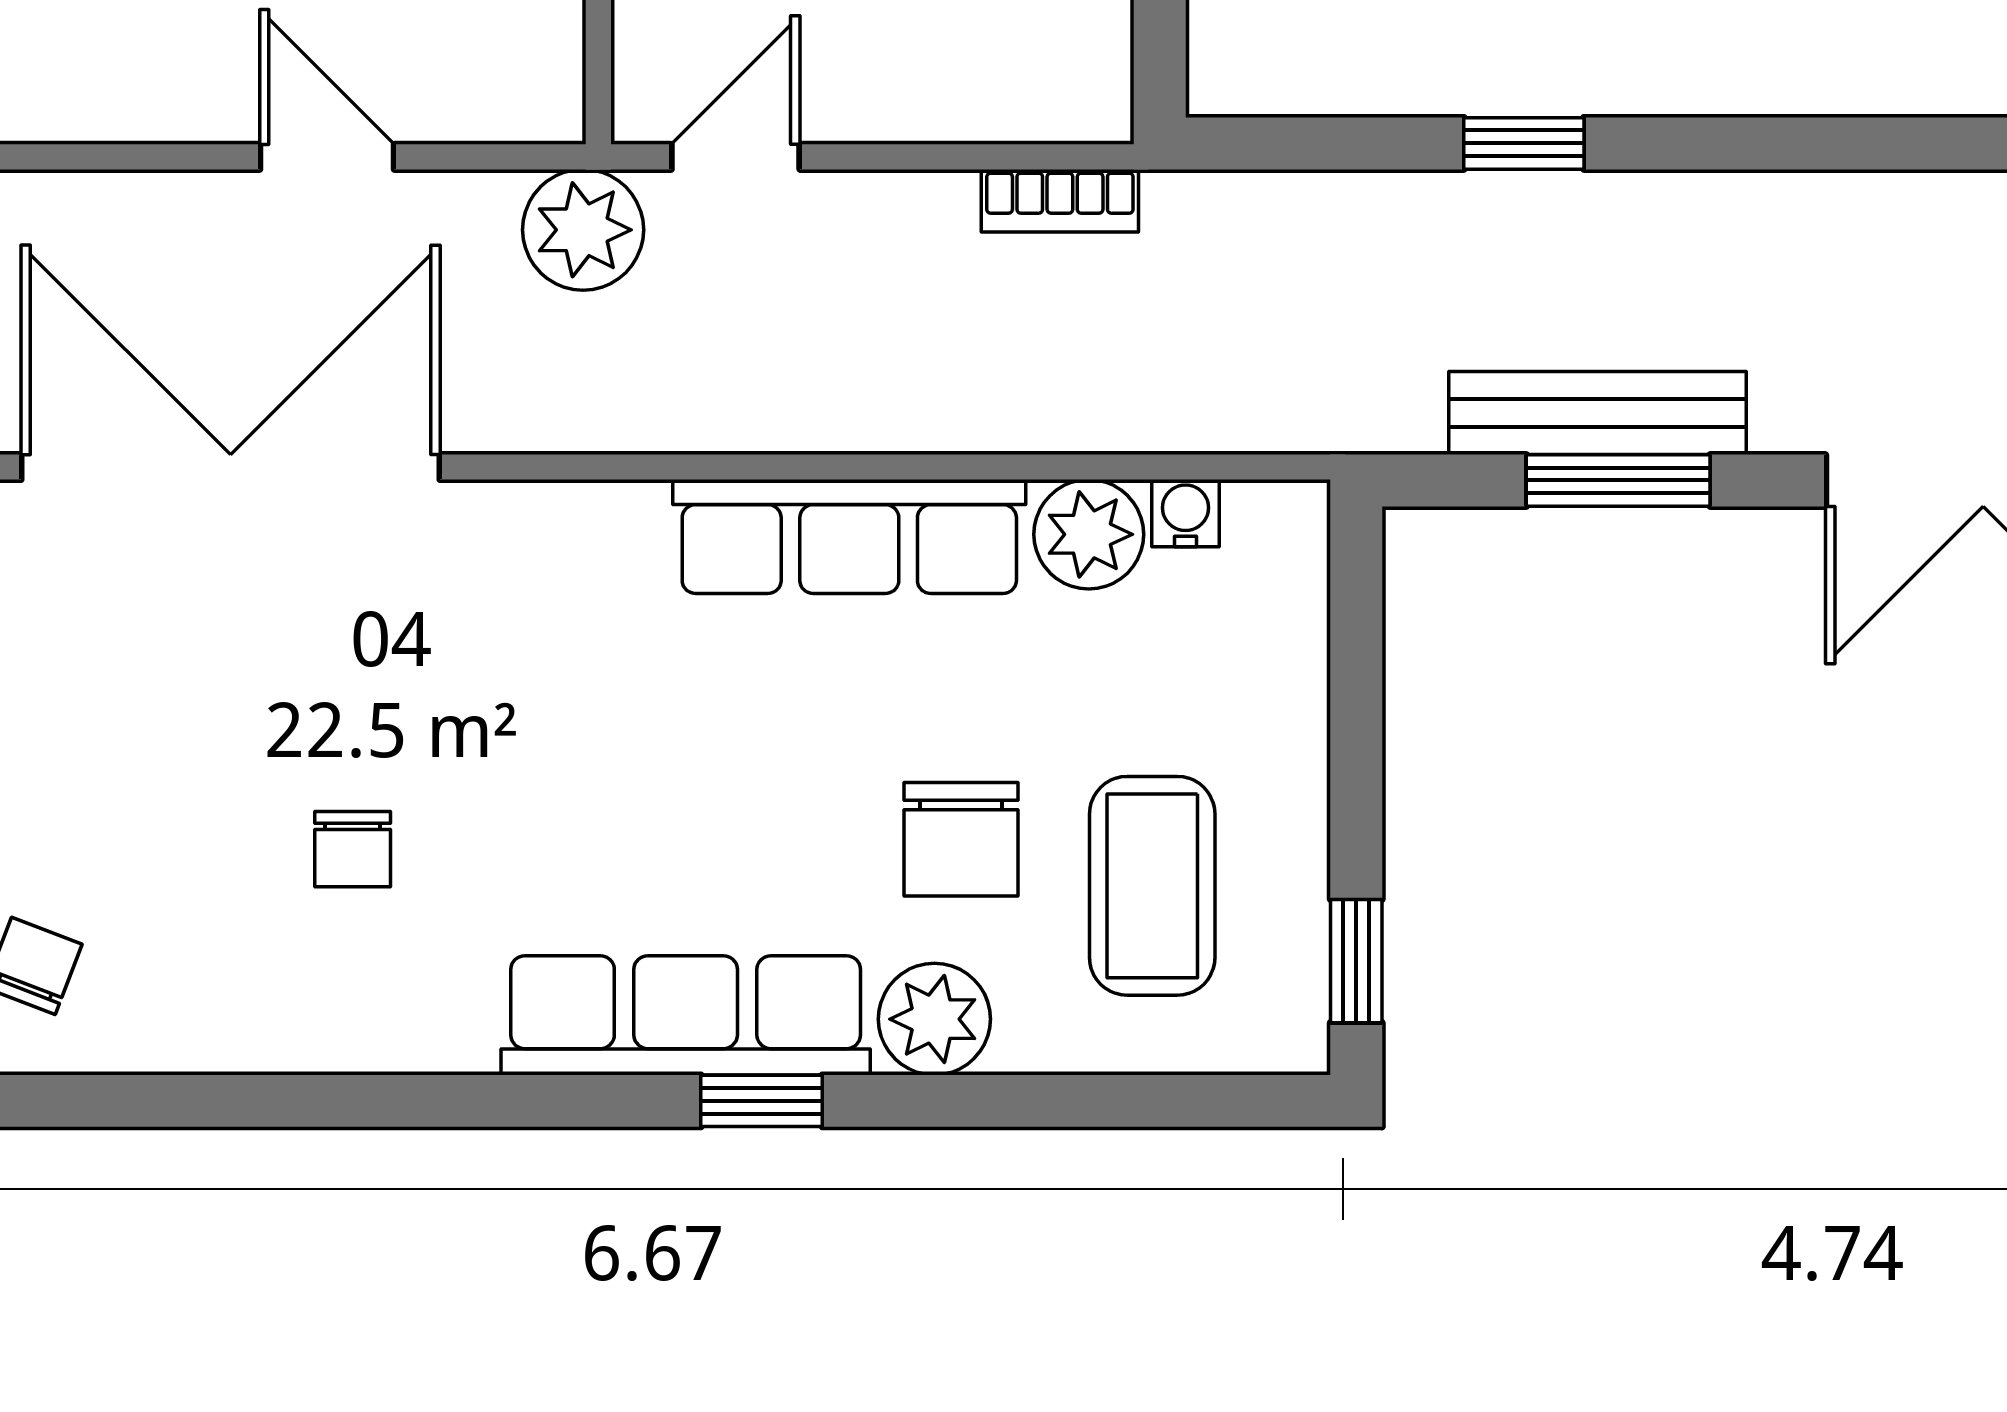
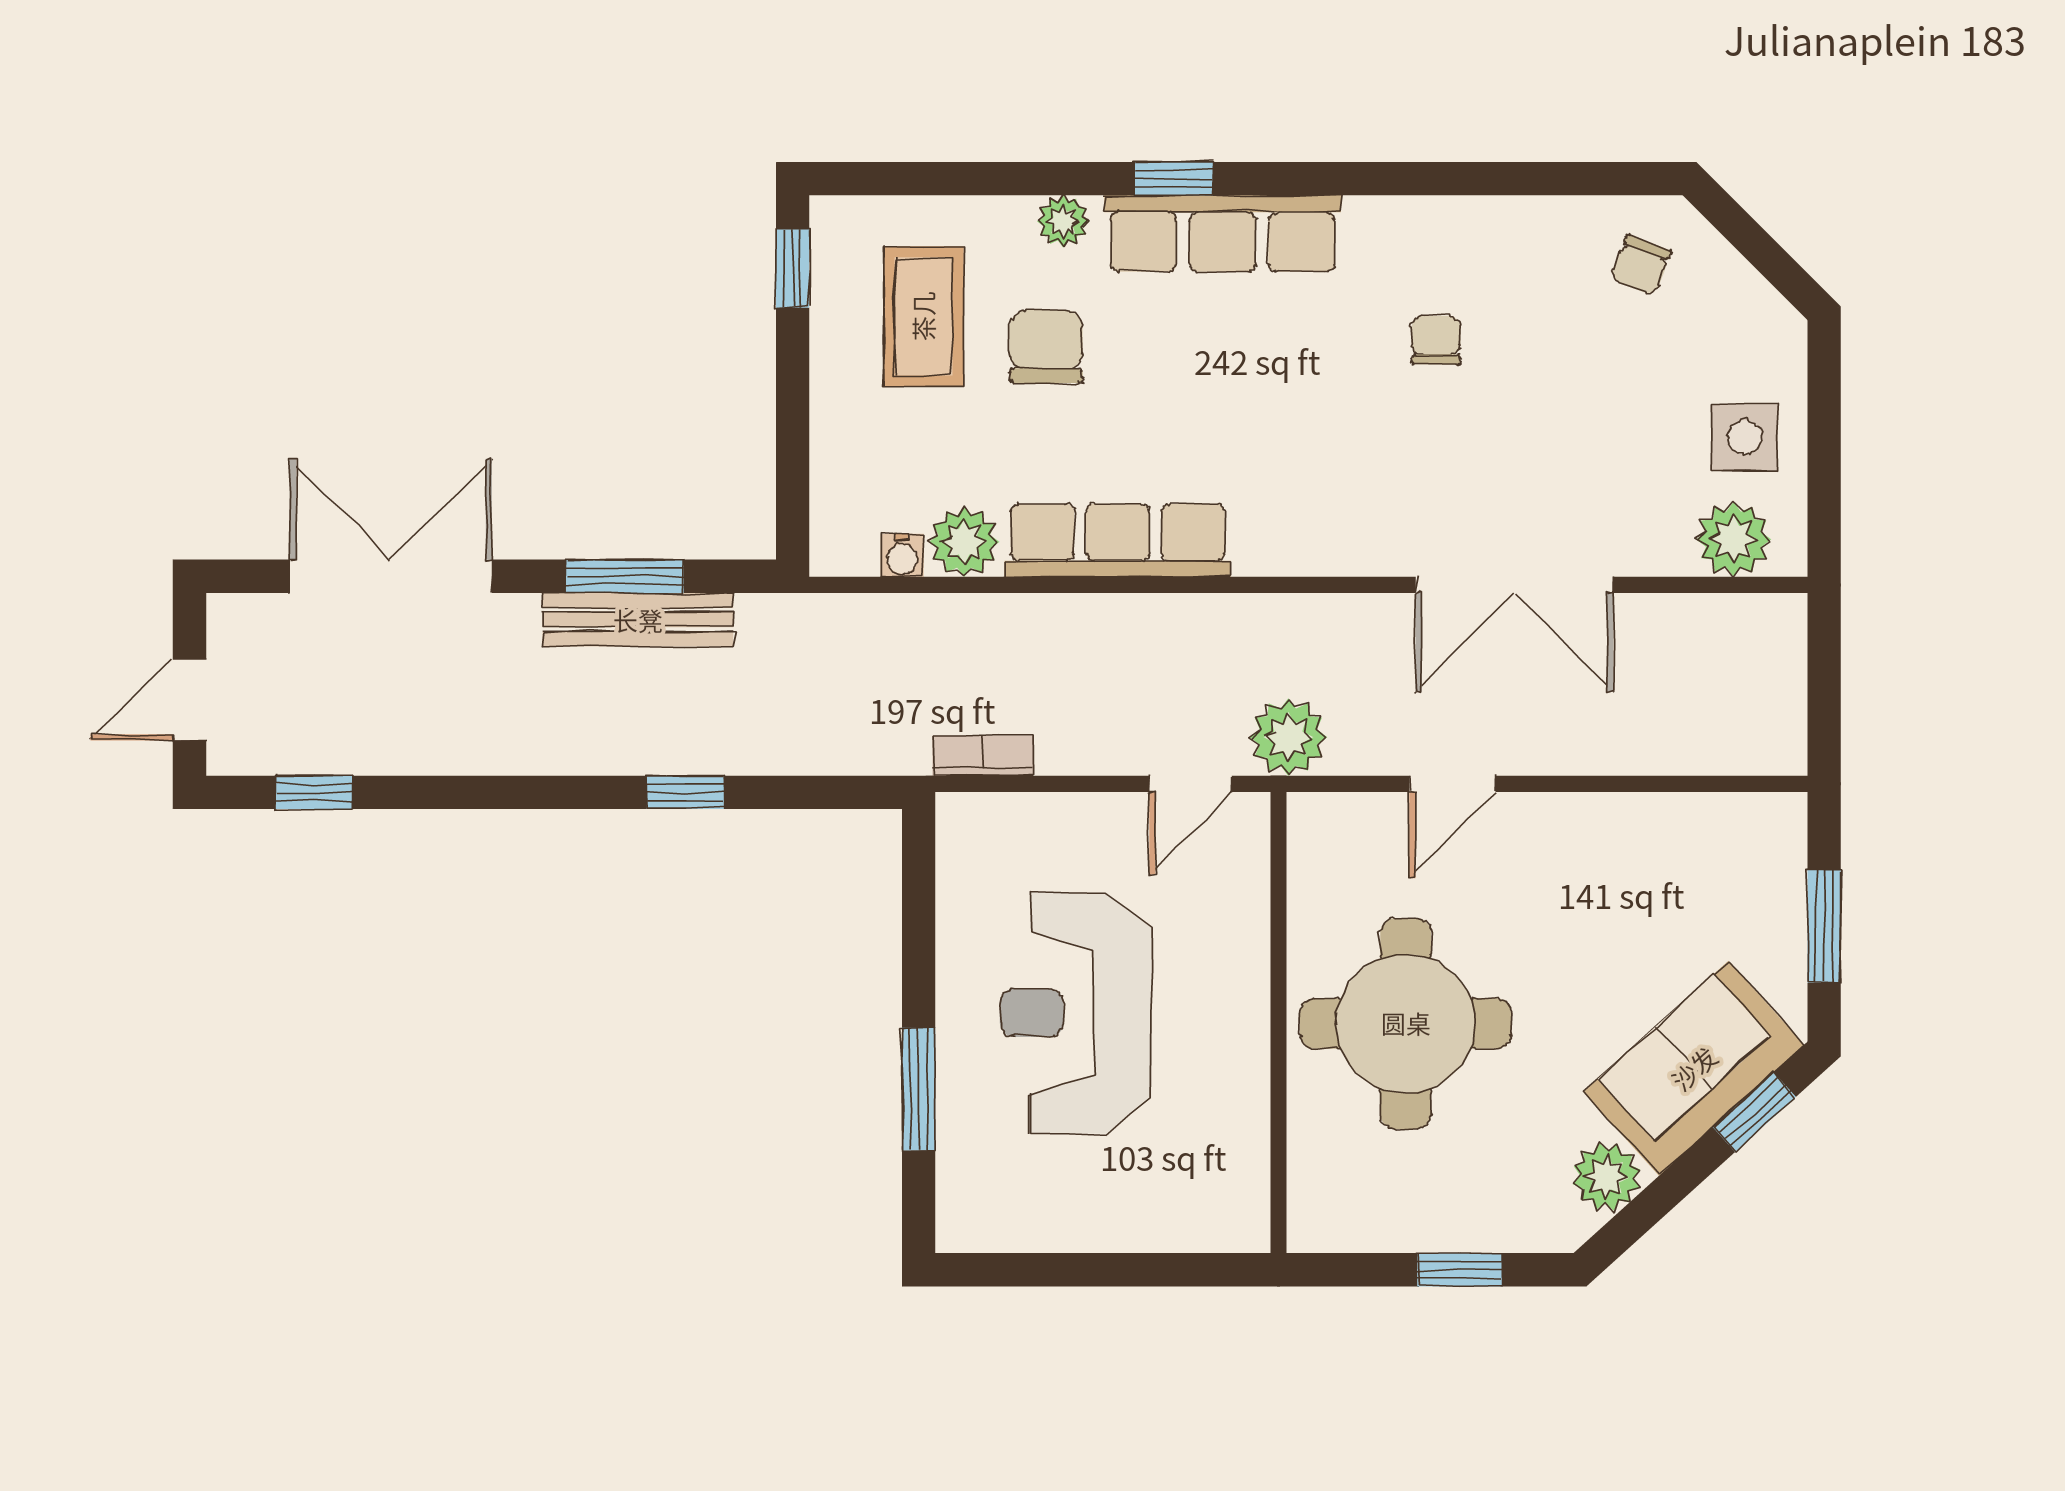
door: (327, 157) -> (1453, 784), hinge flipped
double door: (231, 467) -> (1514, 585), width x0.73
plant: (934, 1019) -> (1063, 221), width x0.73, depth x0.73

